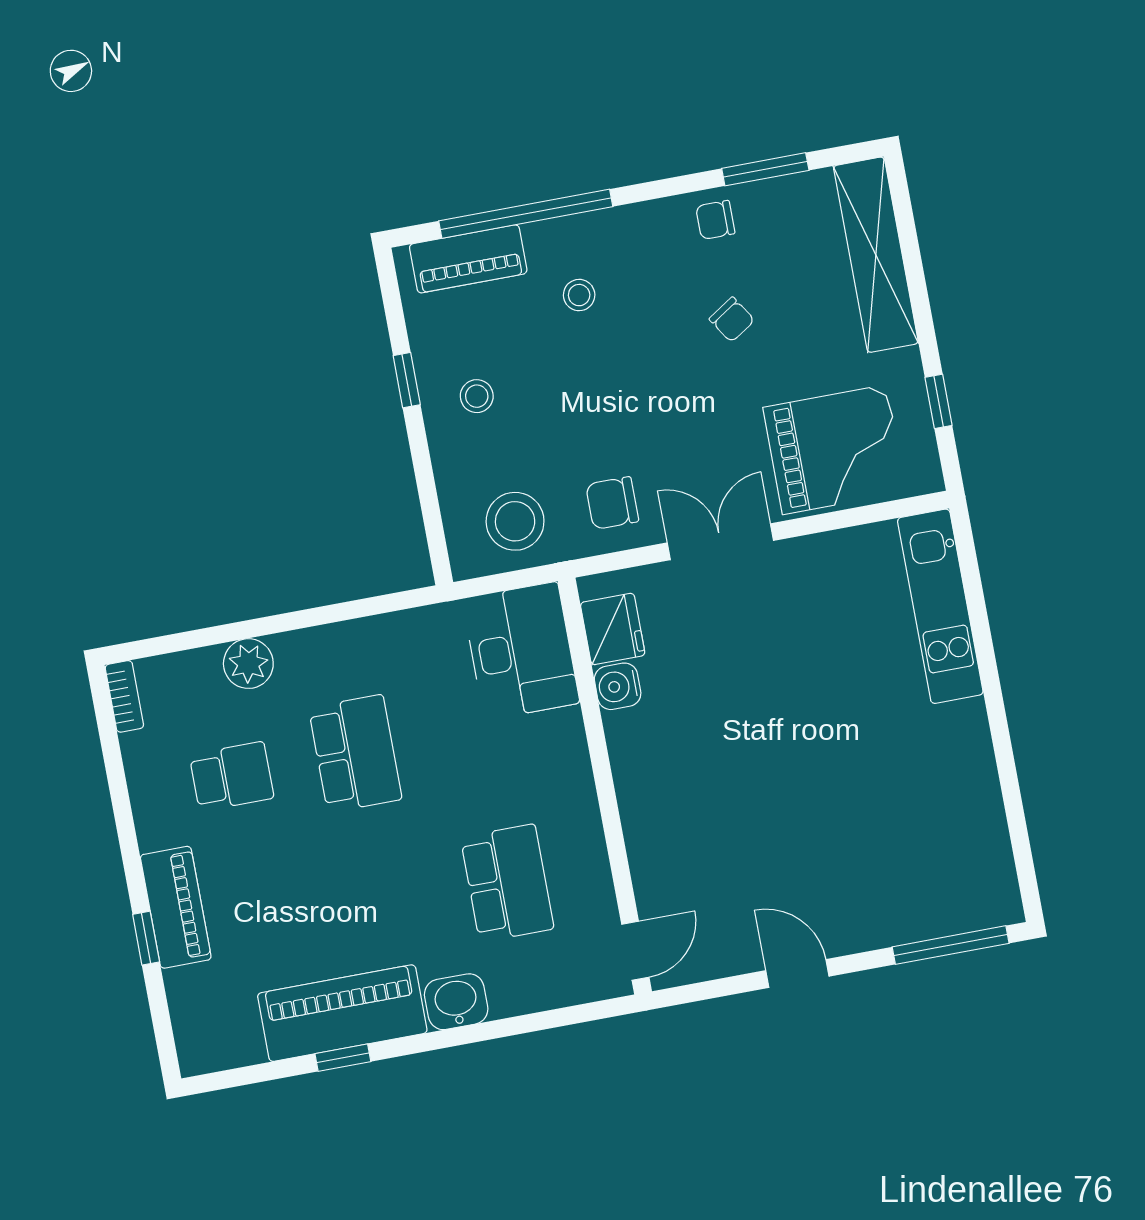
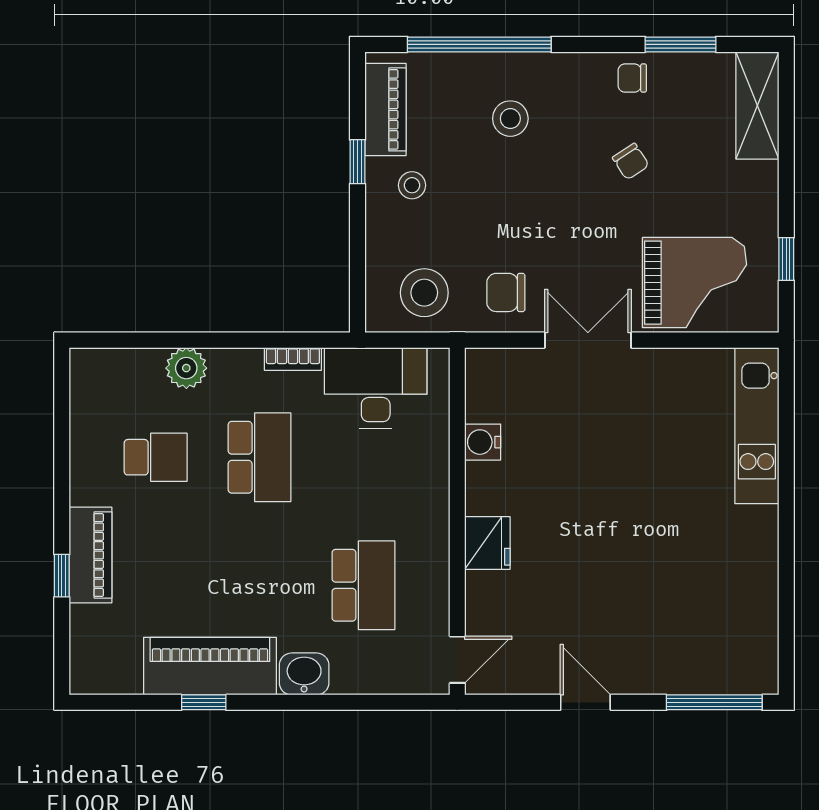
shelving: (876, 255) -> (757, 105), width x0.68
piano: (468, 259) -> (386, 109), moved, turned -90
stool: (579, 295) -> (510, 119), width x1.37, depth x1.37
fridge: (613, 629) -> (487, 543), moved
desk: (521, 651) -> (376, 388), moved, turned -90
bookcase: (124, 696) -> (293, 359), moved, turned 90

